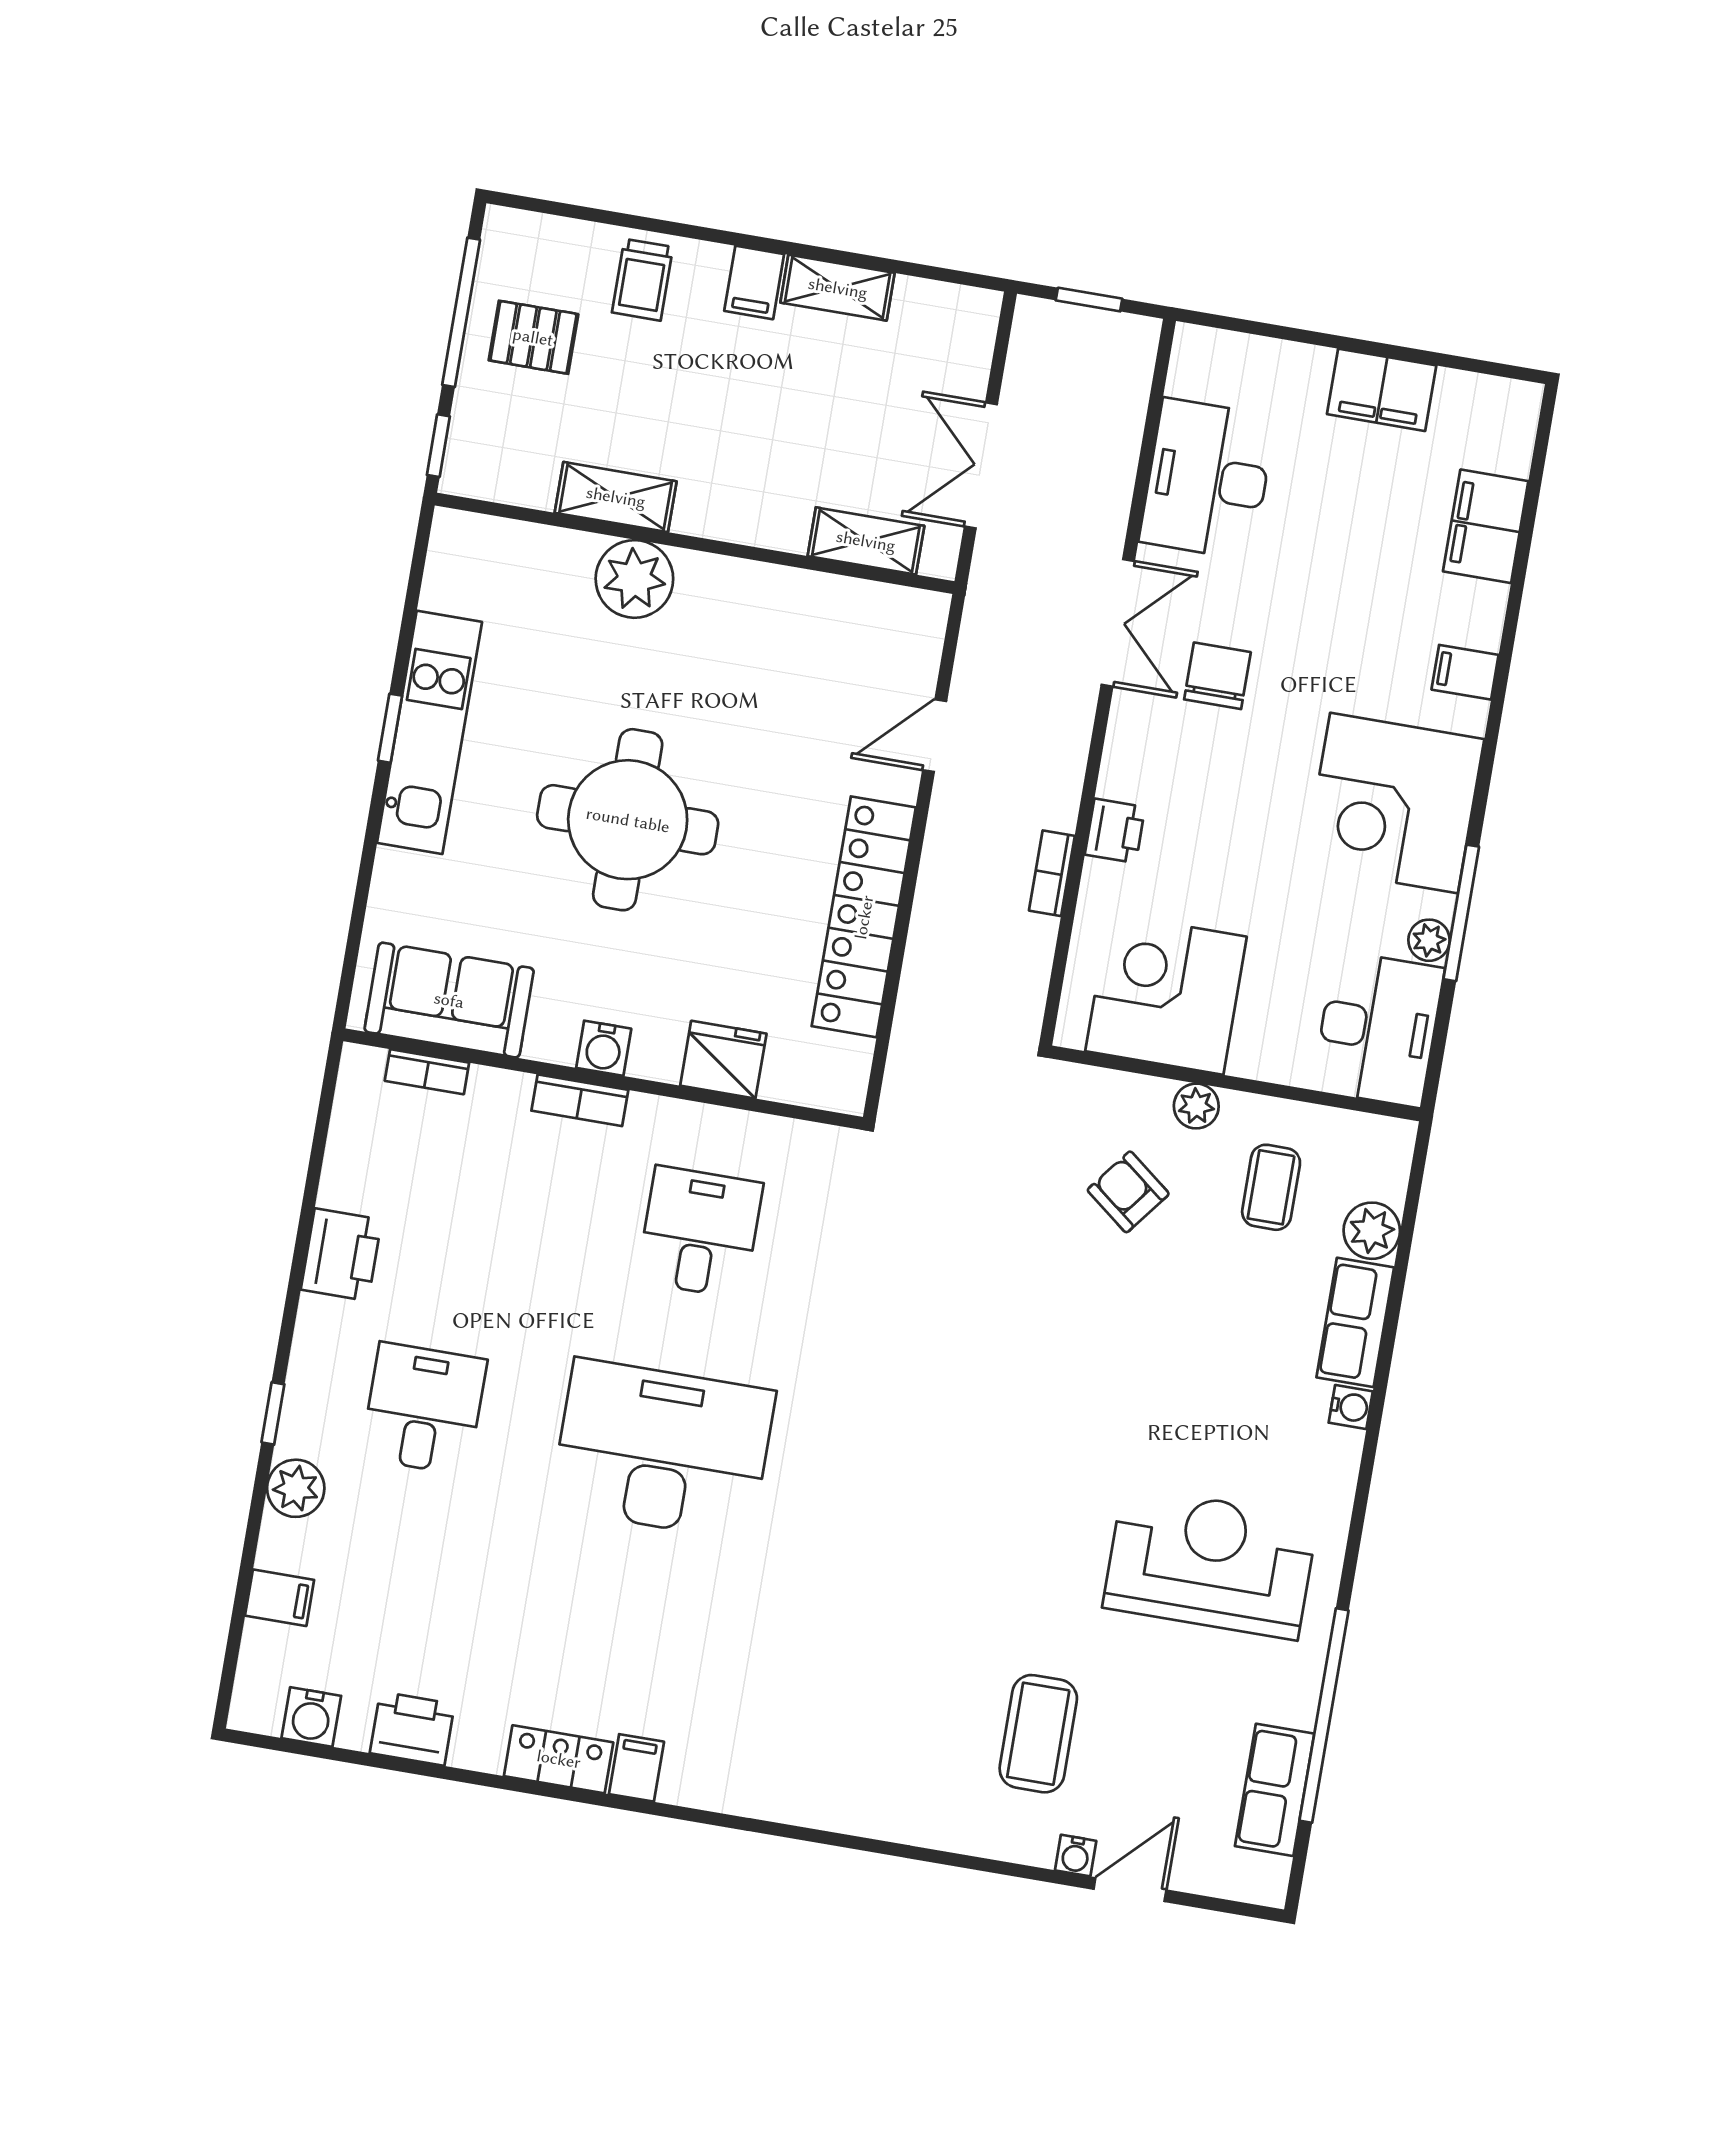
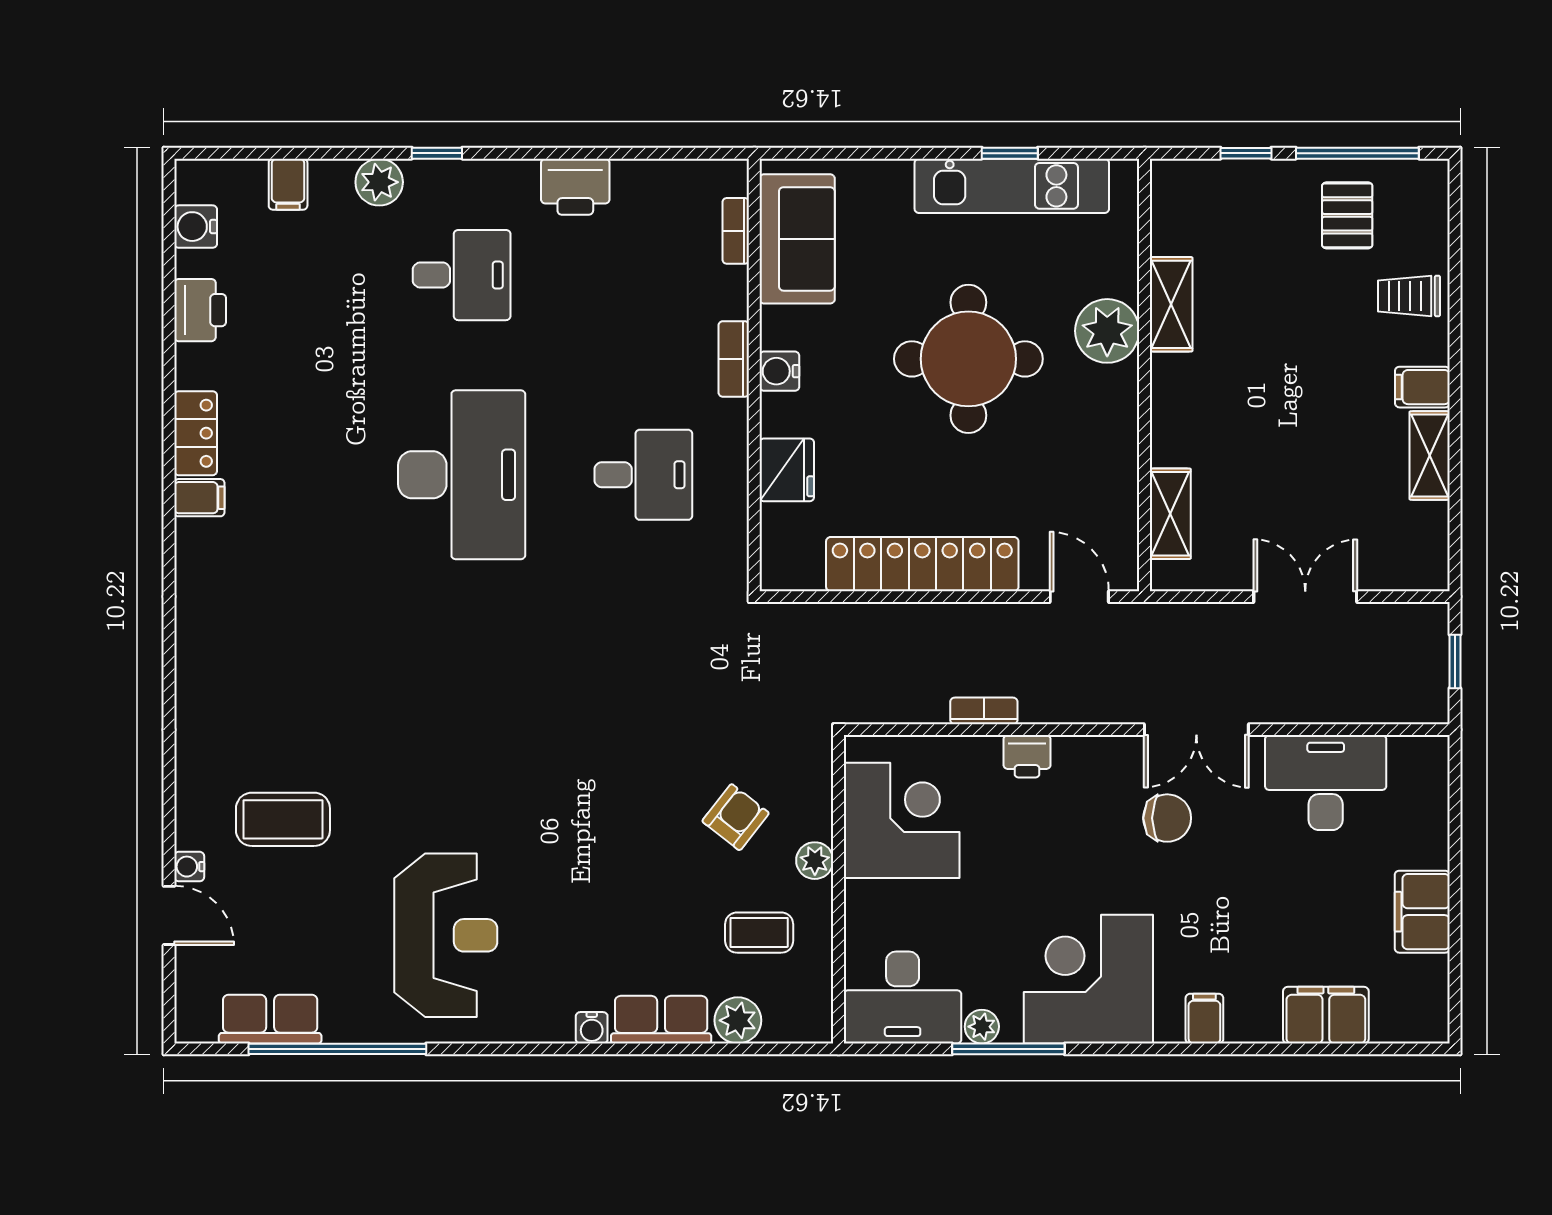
shelving: (616, 497) -> (1171, 304), moved
shelving: (866, 541) -> (1170, 514), moved
wall: (695, 543) -> (1145, 375), moved
plant: (634, 579) -> (1107, 331), moved

